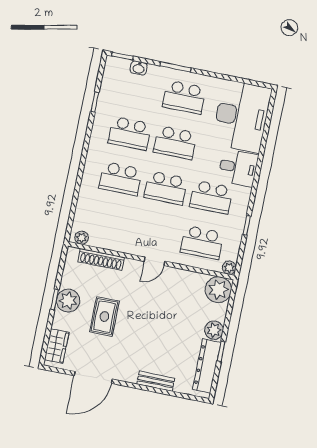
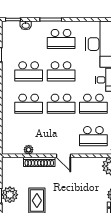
plant: (82, 238) -> (29, 150), moved
shoe rack: (101, 260) -> (39, 162), moved
door: (154, 261) -> (64, 156), hinge flipped

